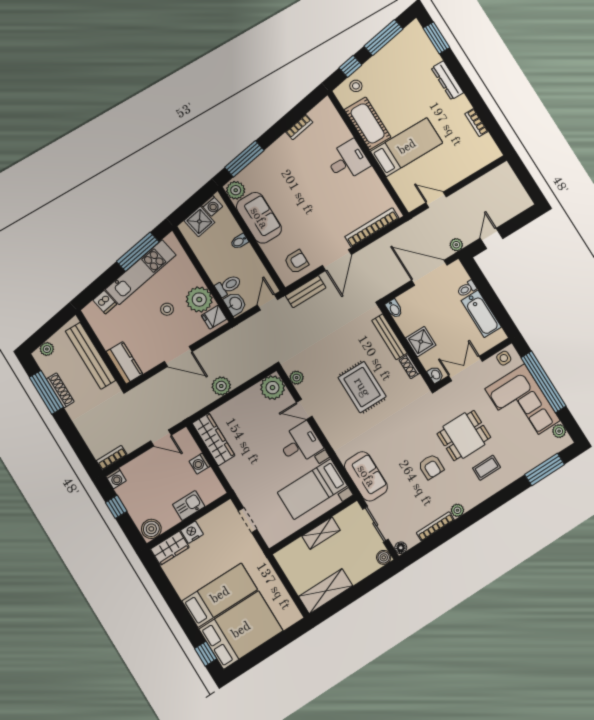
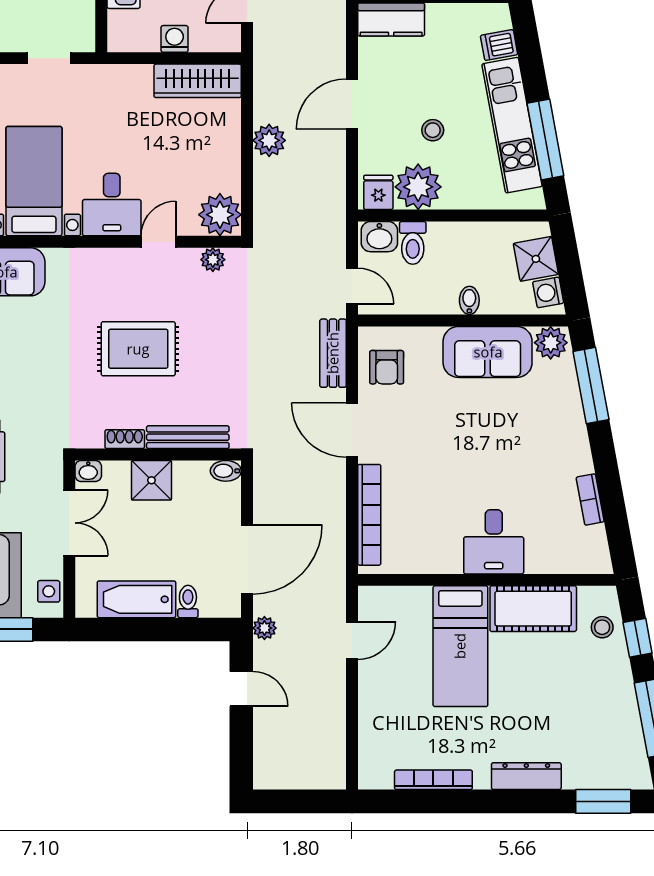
bookcase: (476, 123) -> (433, 780), width x1.56

